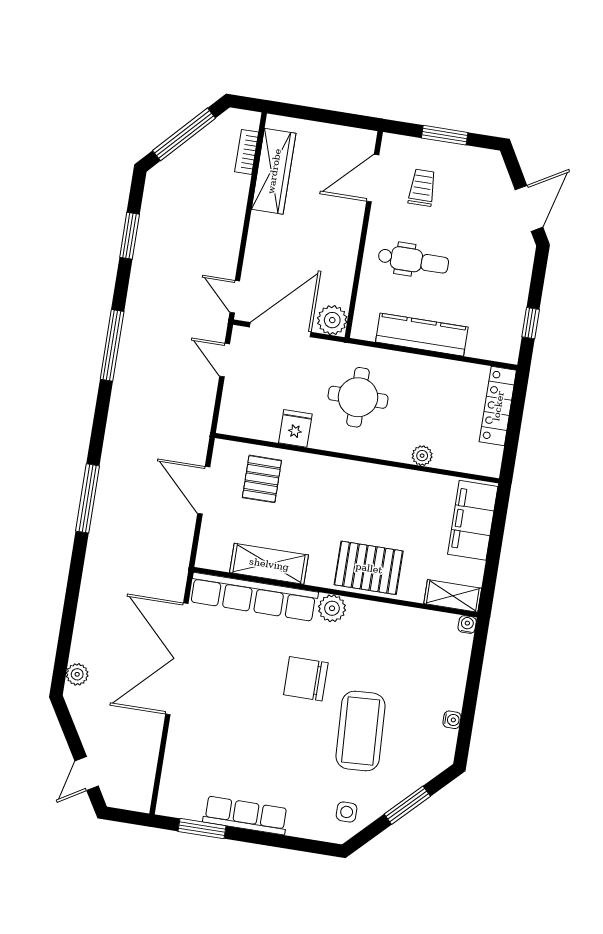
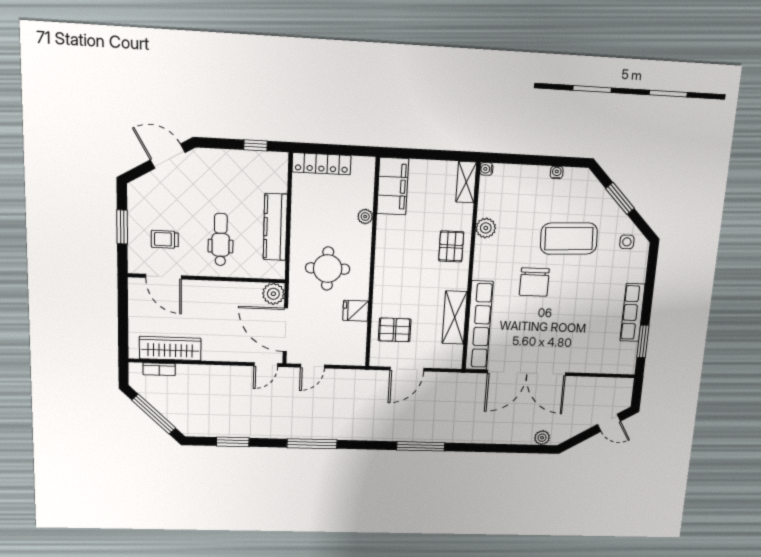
filing cabinet: (473, 520) -> (393, 186), moved, turned -90
pallet: (369, 568) -> (451, 246), width x0.67, depth x0.71
plant: (332, 608) -> (486, 228), moved

